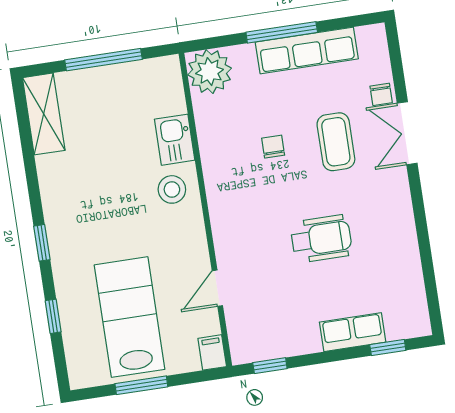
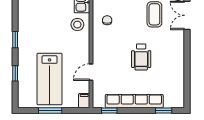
chair: (273, 147) -> (107, 20), moved
wheelchair: (321, 239) -> (141, 57), turned 90
lab bench: (130, 317) -> (50, 79), turned 180
row of seats: (353, 332) -> (134, 101), width x2.02

